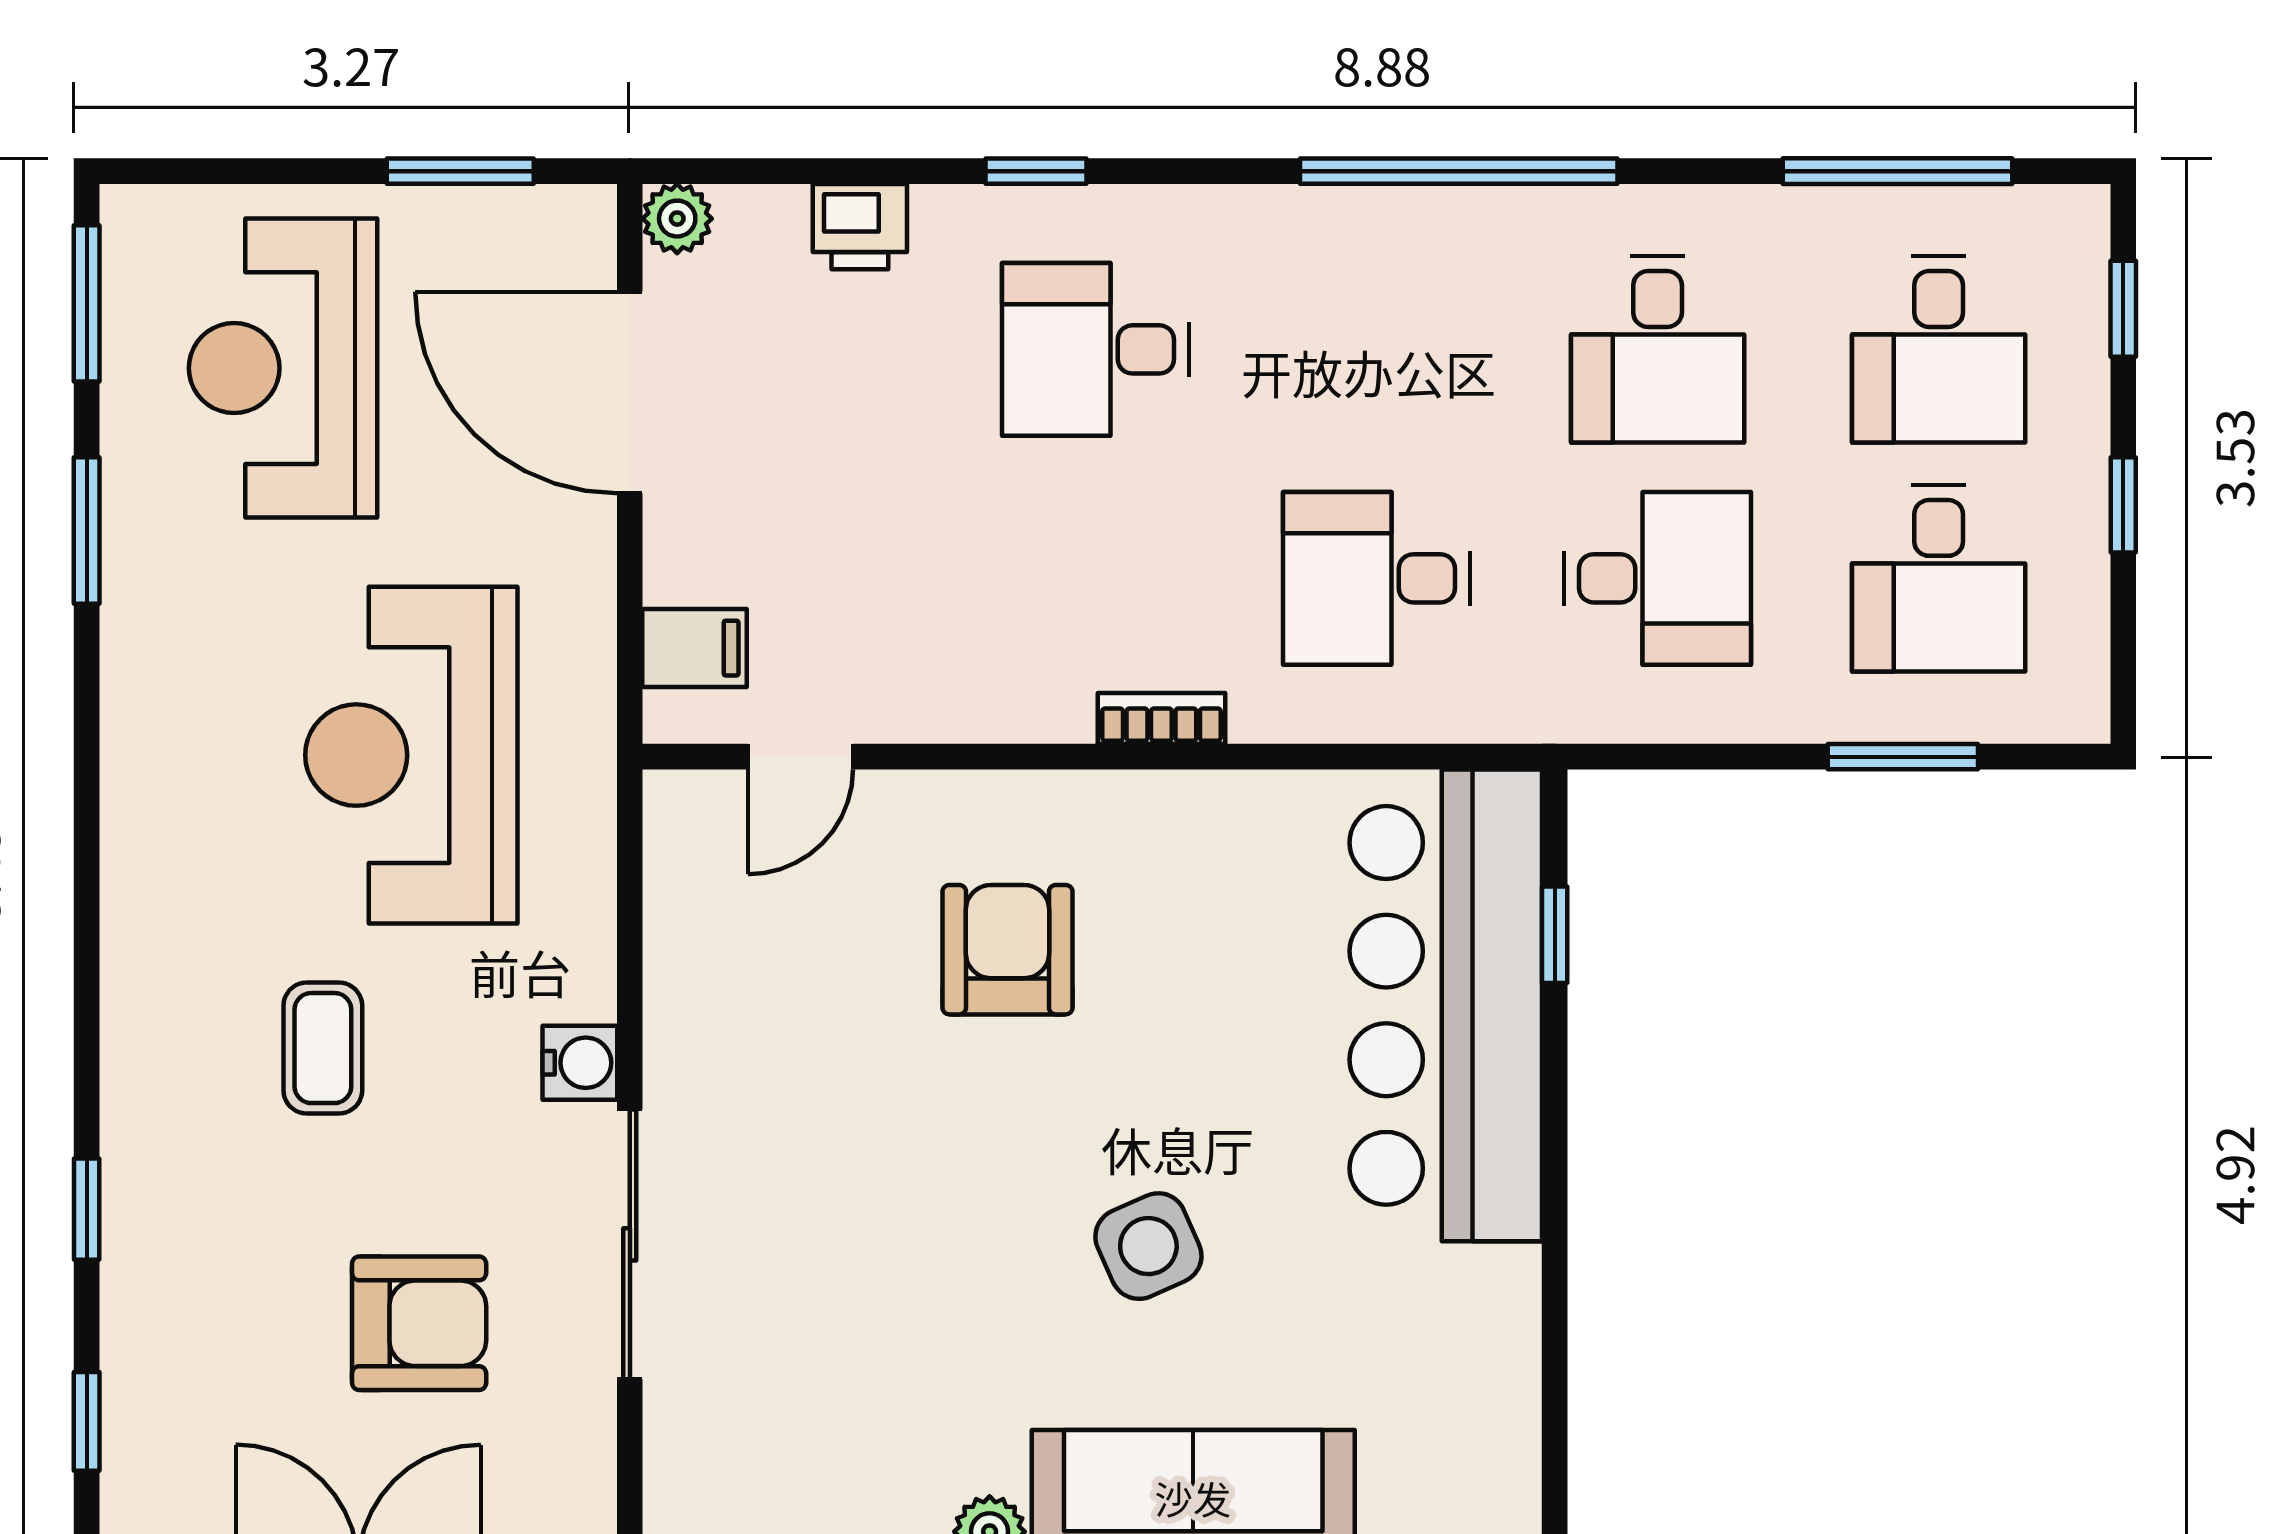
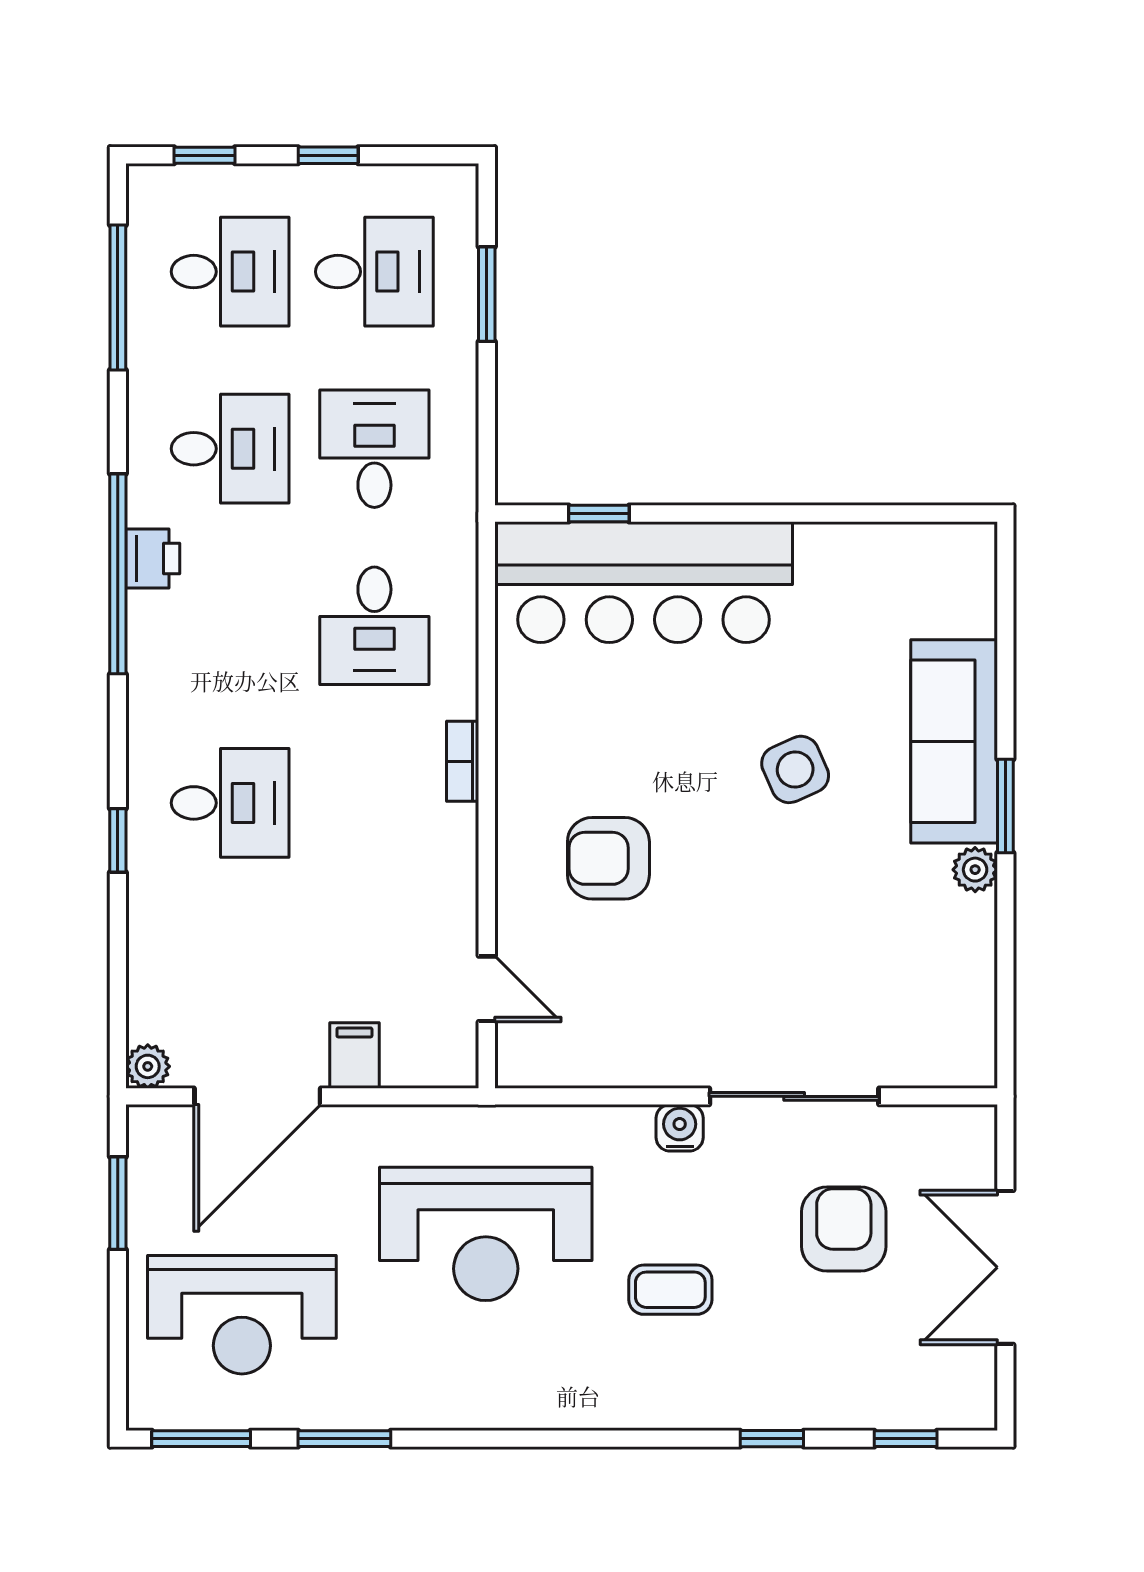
printer: (860, 227) -> (153, 558), moved
desk: (1095, 349) -> (230, 803), turned -90
filing cabinet: (695, 648) -> (354, 1055), moved

